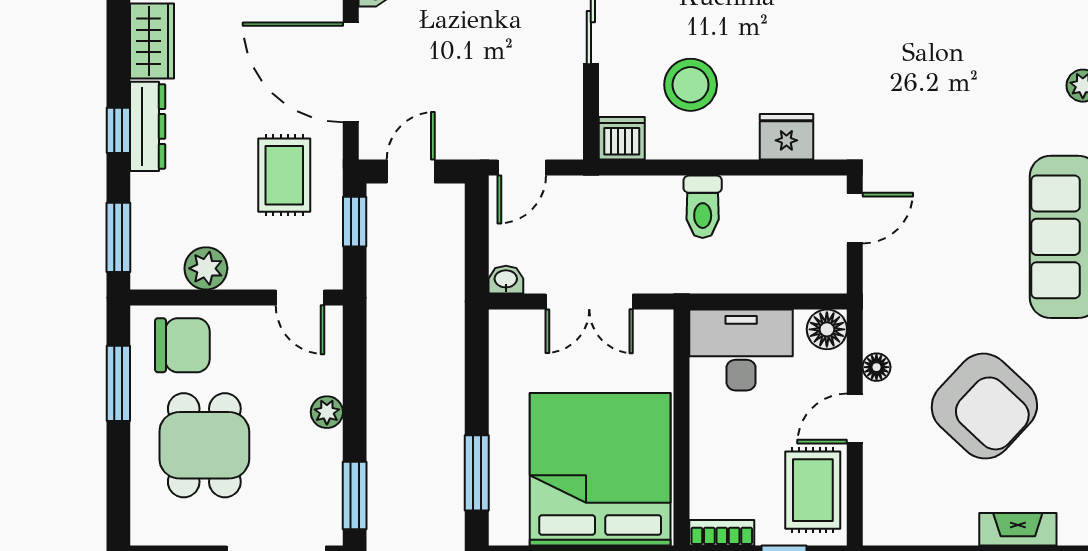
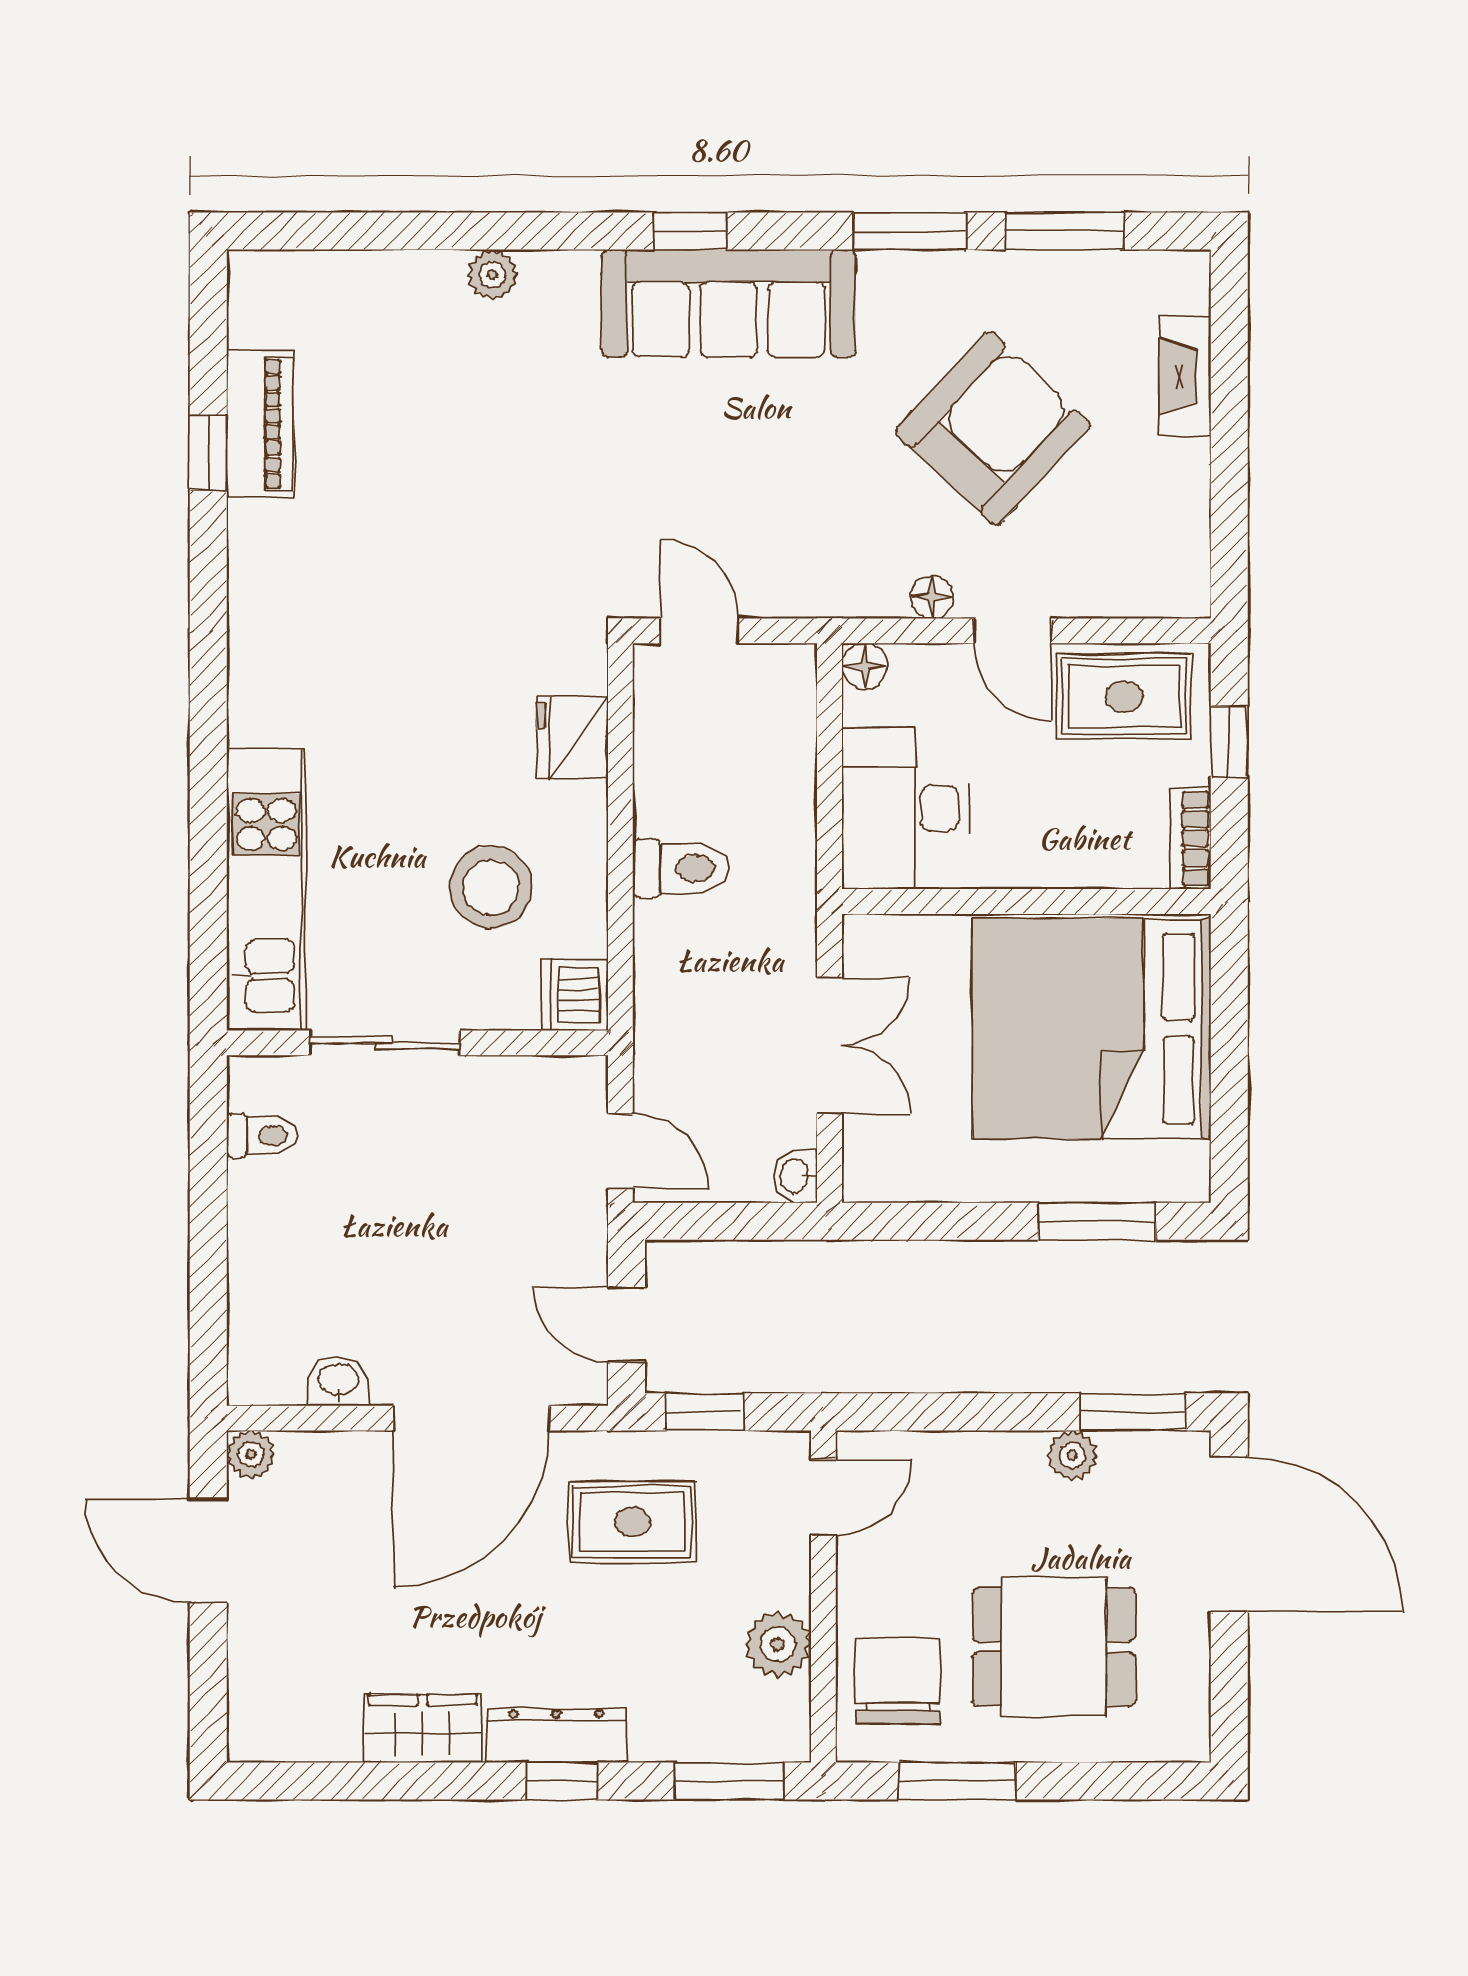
floor lamp: (827, 329) -> (865, 666), width x0.73, depth x0.73
plant: (327, 412) -> (1072, 1455), moved

